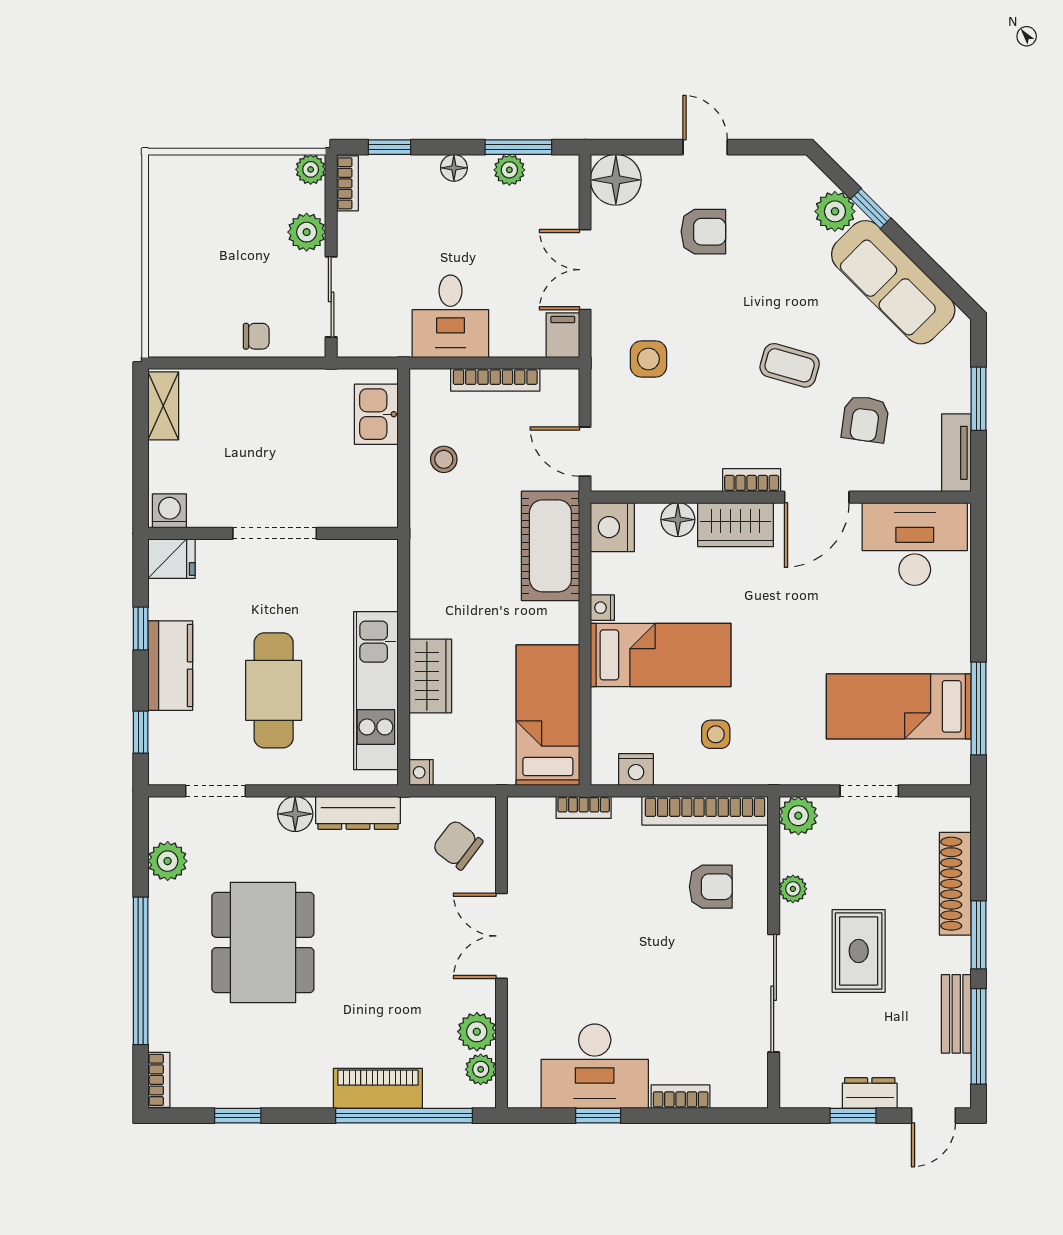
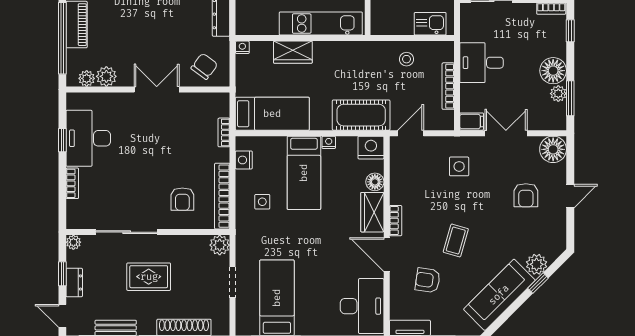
floor lamp: (454, 168) -> (553, 71), width x1.89, depth x1.89
kitchen unit: (376, 691) -> (321, 24), moved
plant: (793, 889) -> (73, 242), moved

